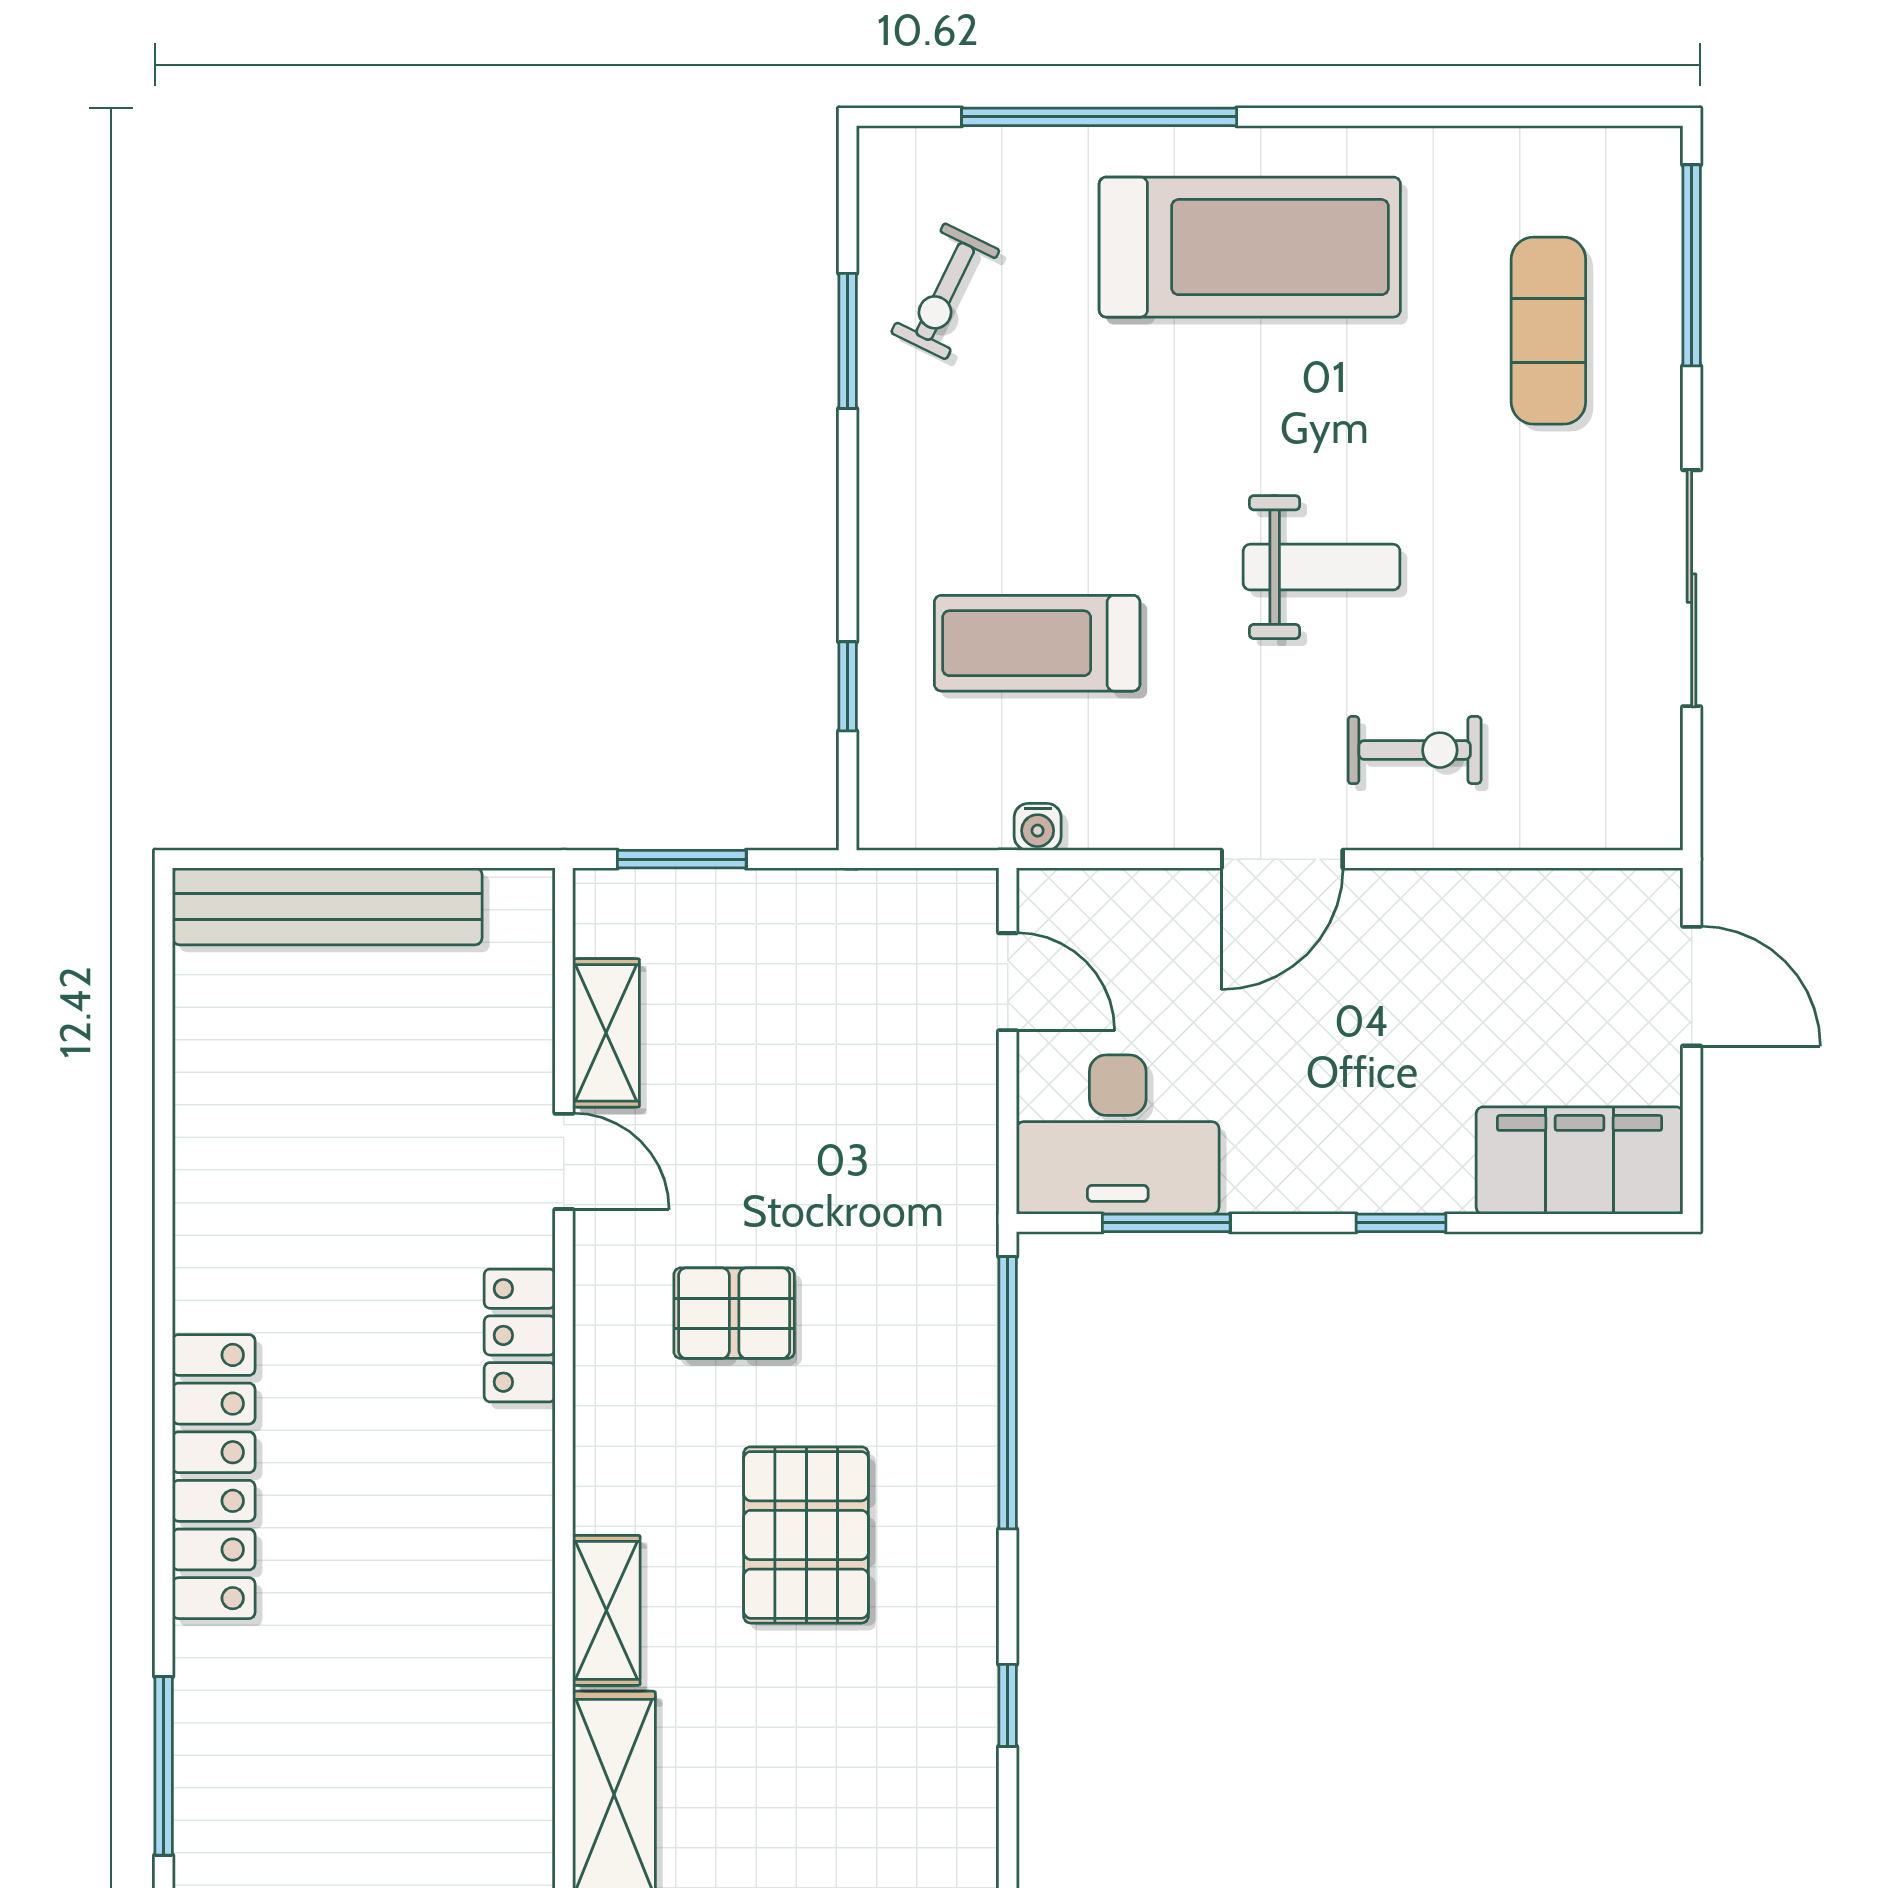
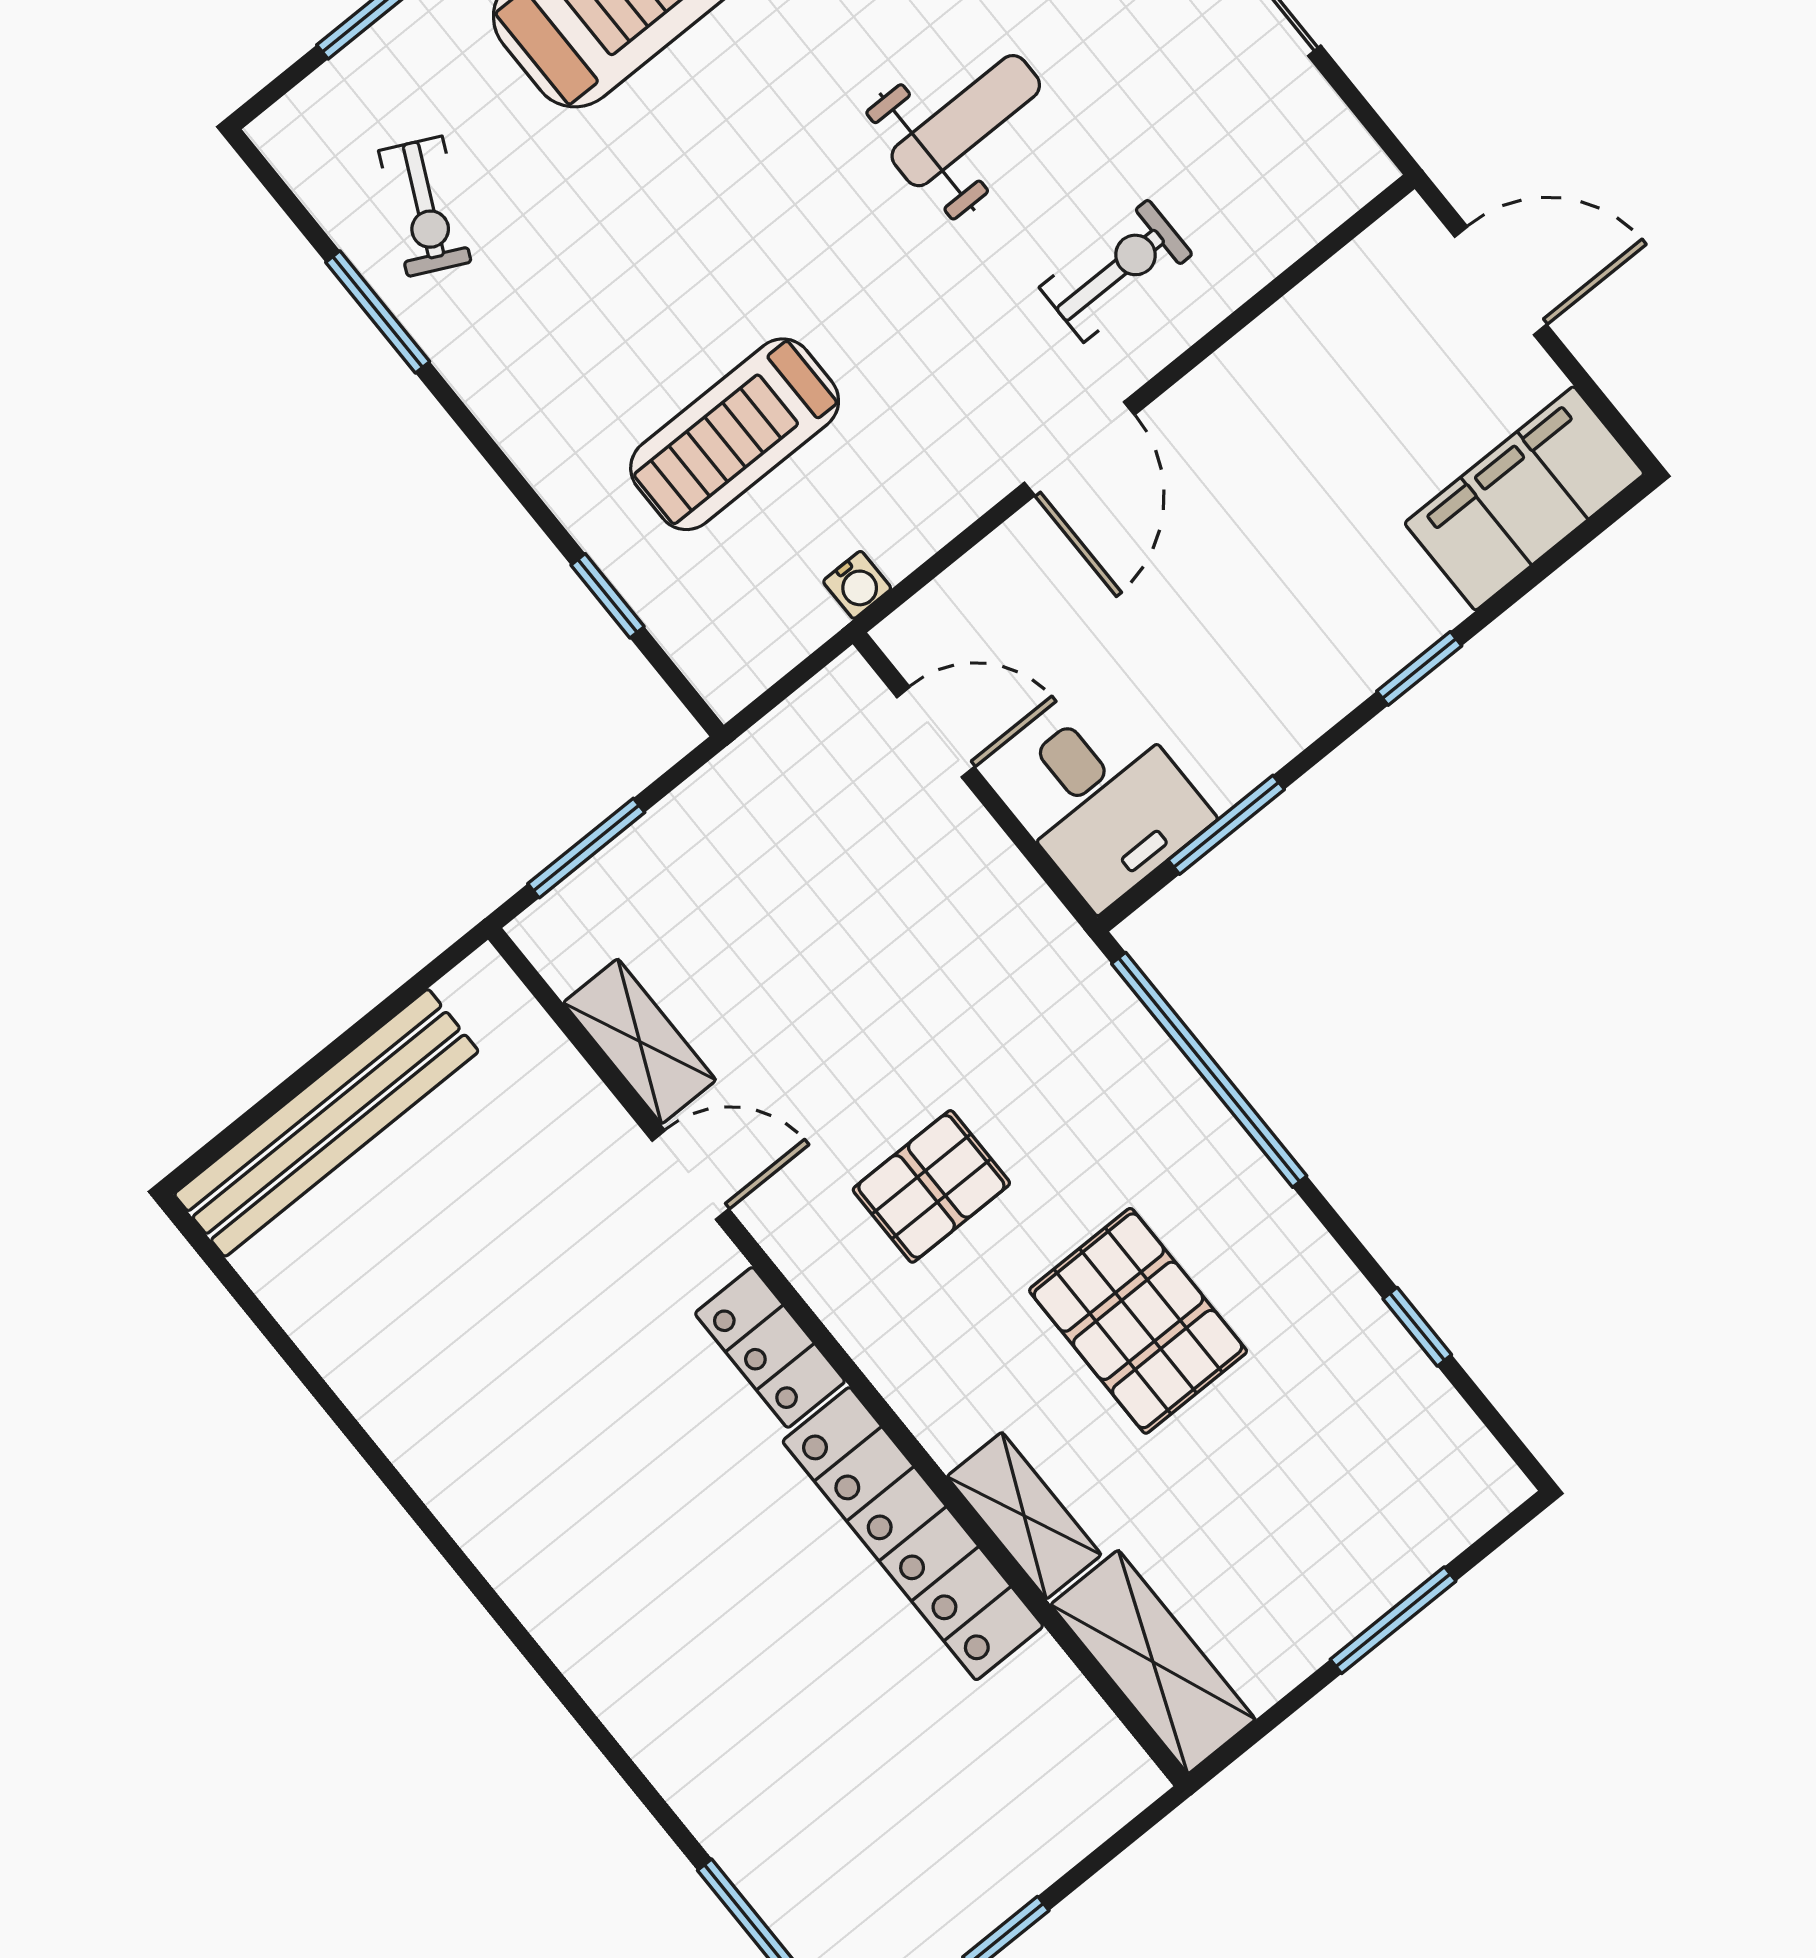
weight bench: (1322, 567) -> (966, 121), moved
desk: (1118, 1134) -> (1105, 803), width x0.73
locker: (214, 1477) -> (913, 1534), moved, turned 180

